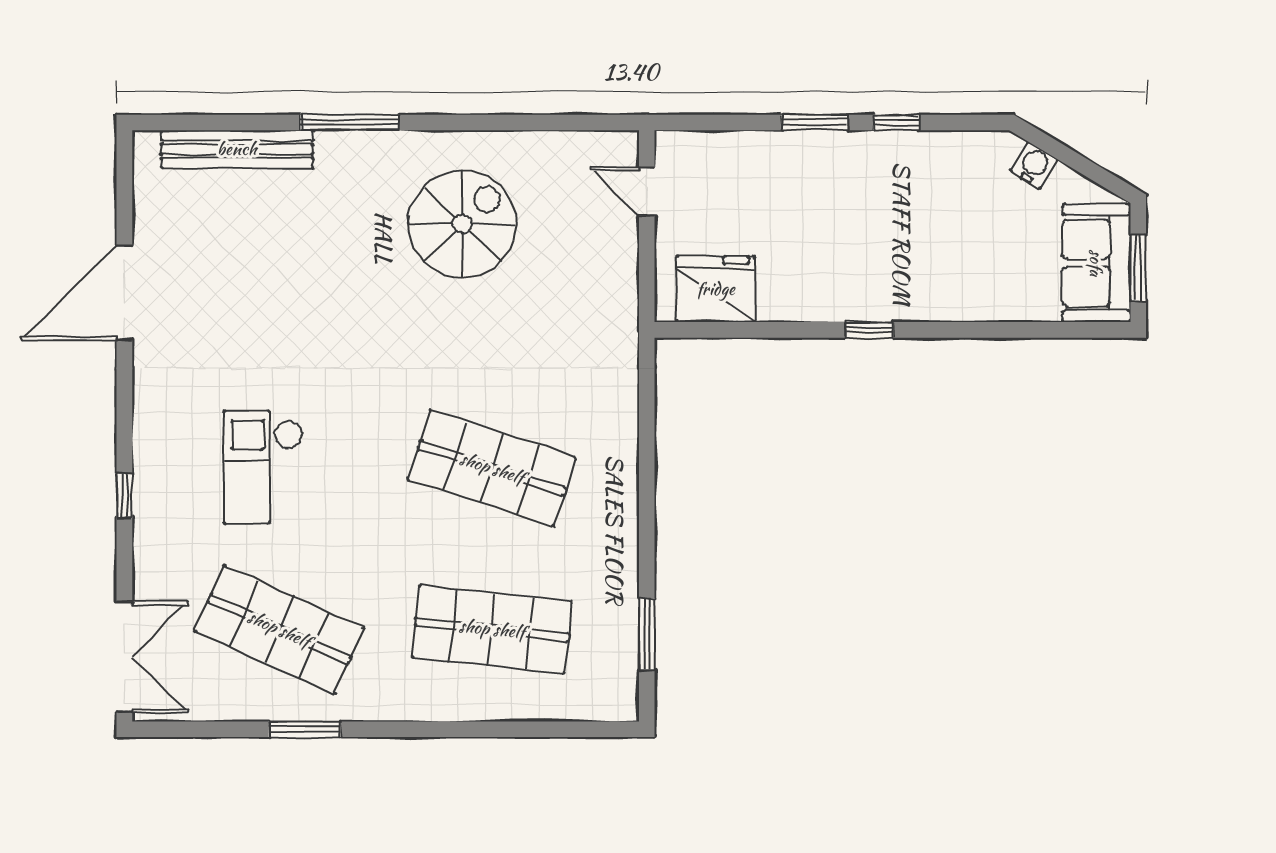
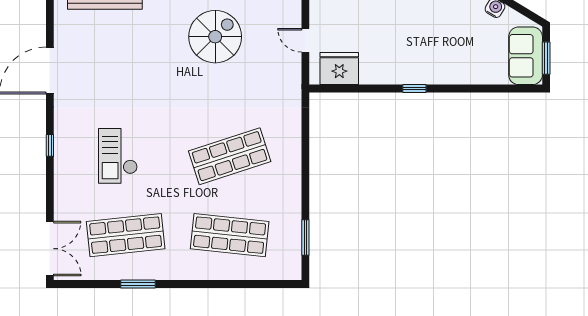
door: (647, 191) -> (305, 40), moved
shop shelf: (492, 468) -> (230, 156), turned -36
window: (124, 496) -> (50, 145), moved
shop shelf: (279, 629) -> (126, 235), turned -30

